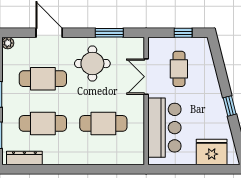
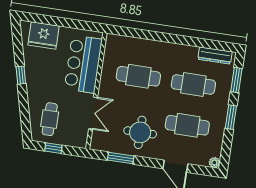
cafe table: (179, 69) -> (50, 119), moved

